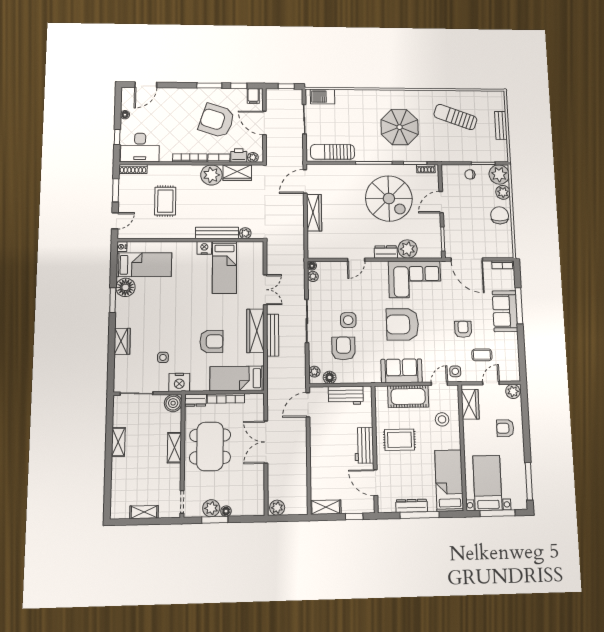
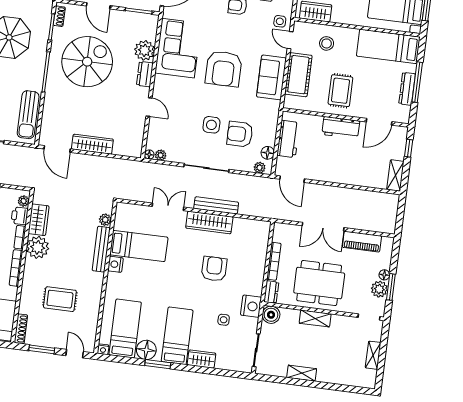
bed: (237, 378) -> (177, 336), moved, turned 180
piano: (256, 483) -> (362, 242), added
plant: (277, 508) -> (389, 224), removed

